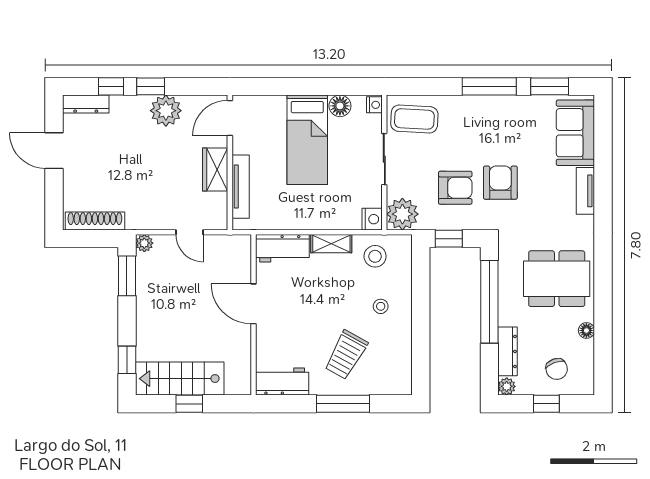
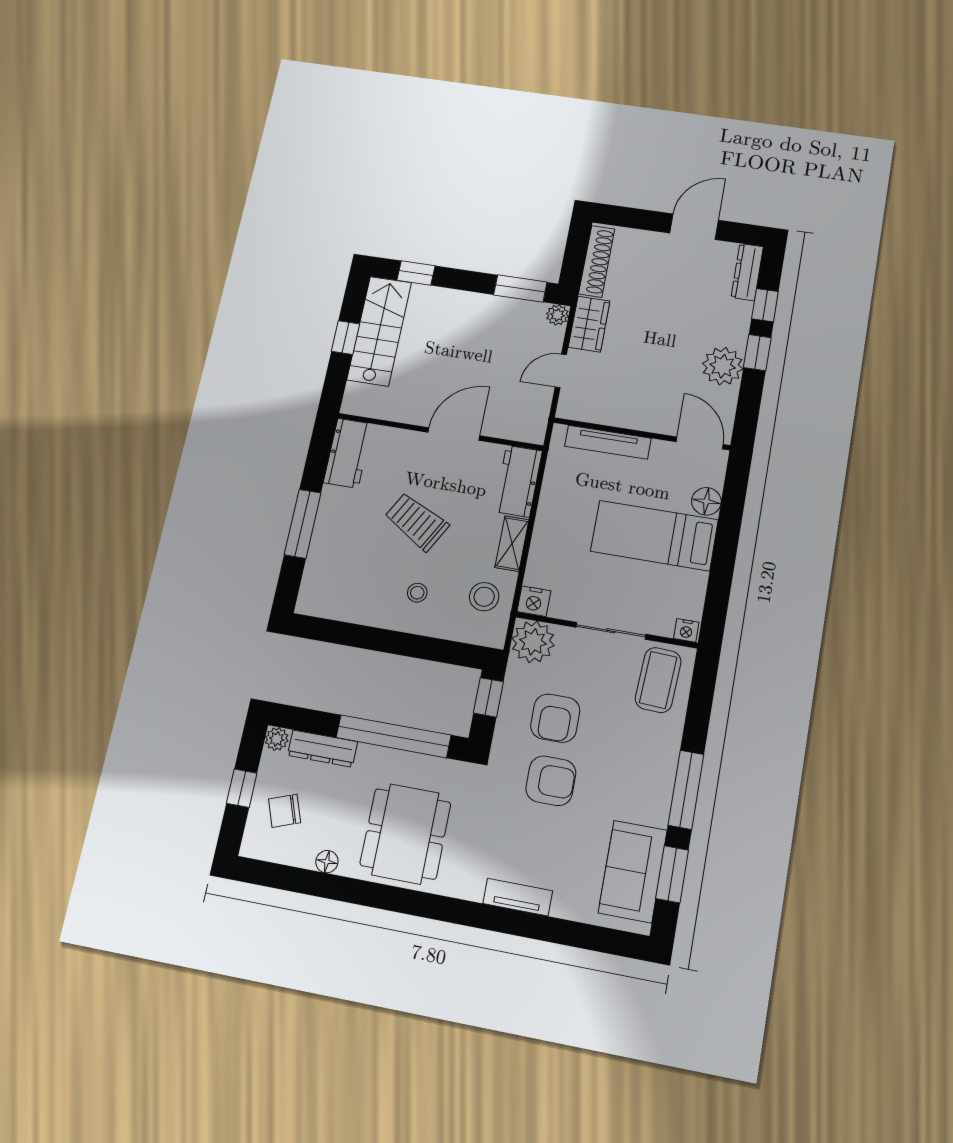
floor lamp: (340, 106) -> (706, 501), moved
sofa: (575, 133) -> (633, 871), moved, turned -90
wardrobe: (215, 170) -> (589, 324), moved, turned 90
trolley: (346, 355) -> (416, 522), moved

